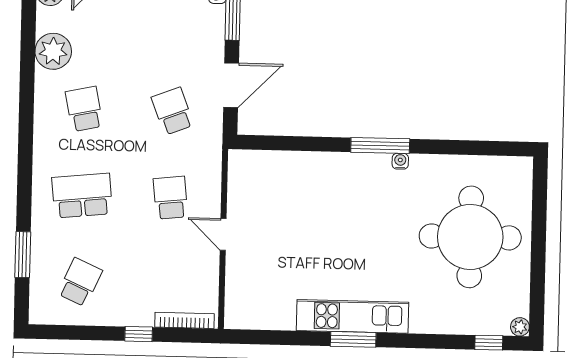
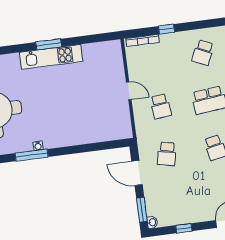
door: (231, 85) -> (137, 173), hinge flipped
school desk: (173, 111) -> (167, 154), turned 33
window: (380, 146) -> (32, 155), moved

